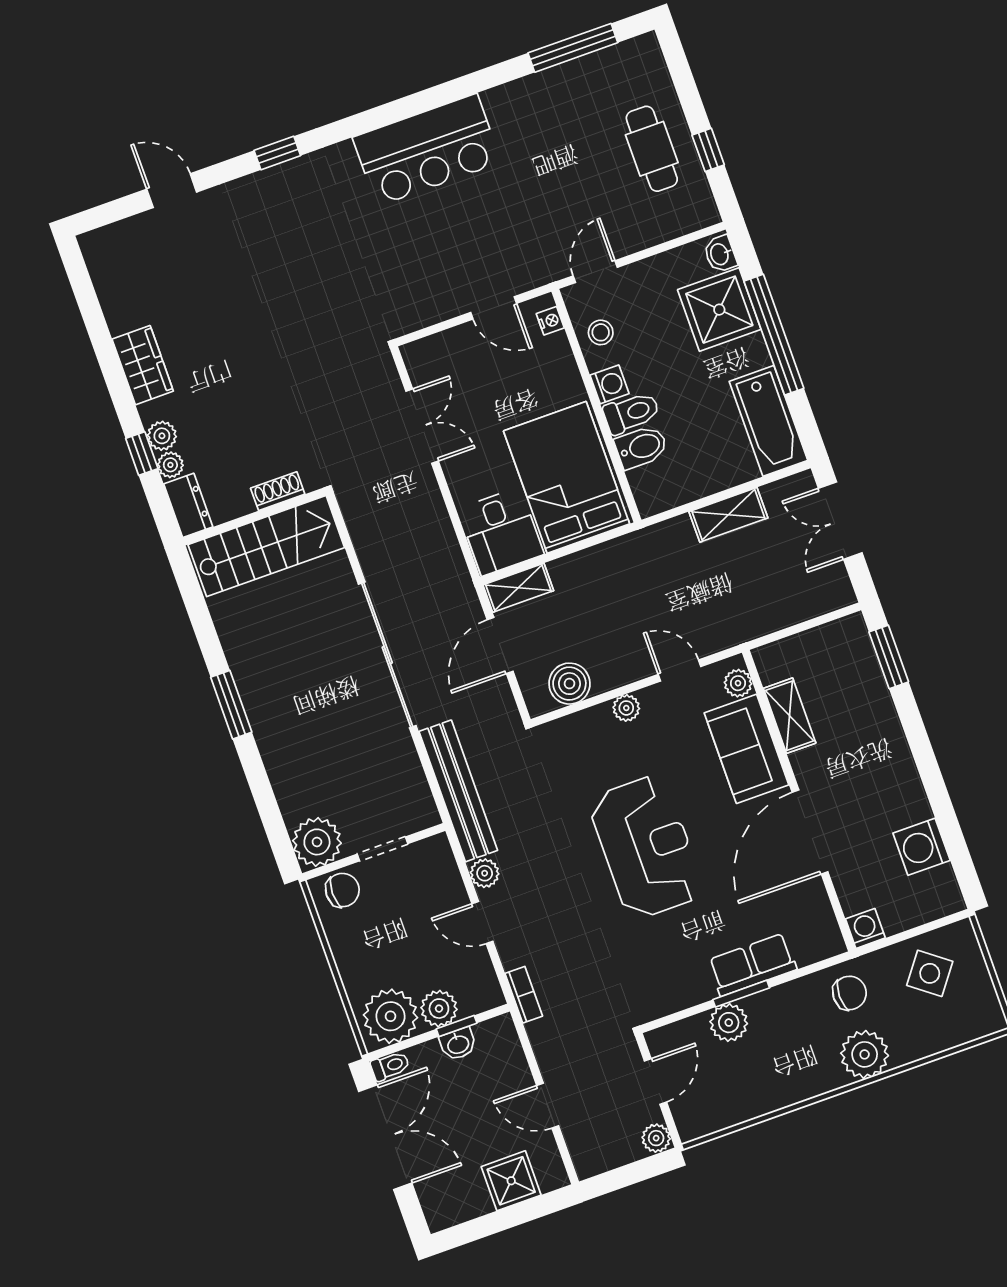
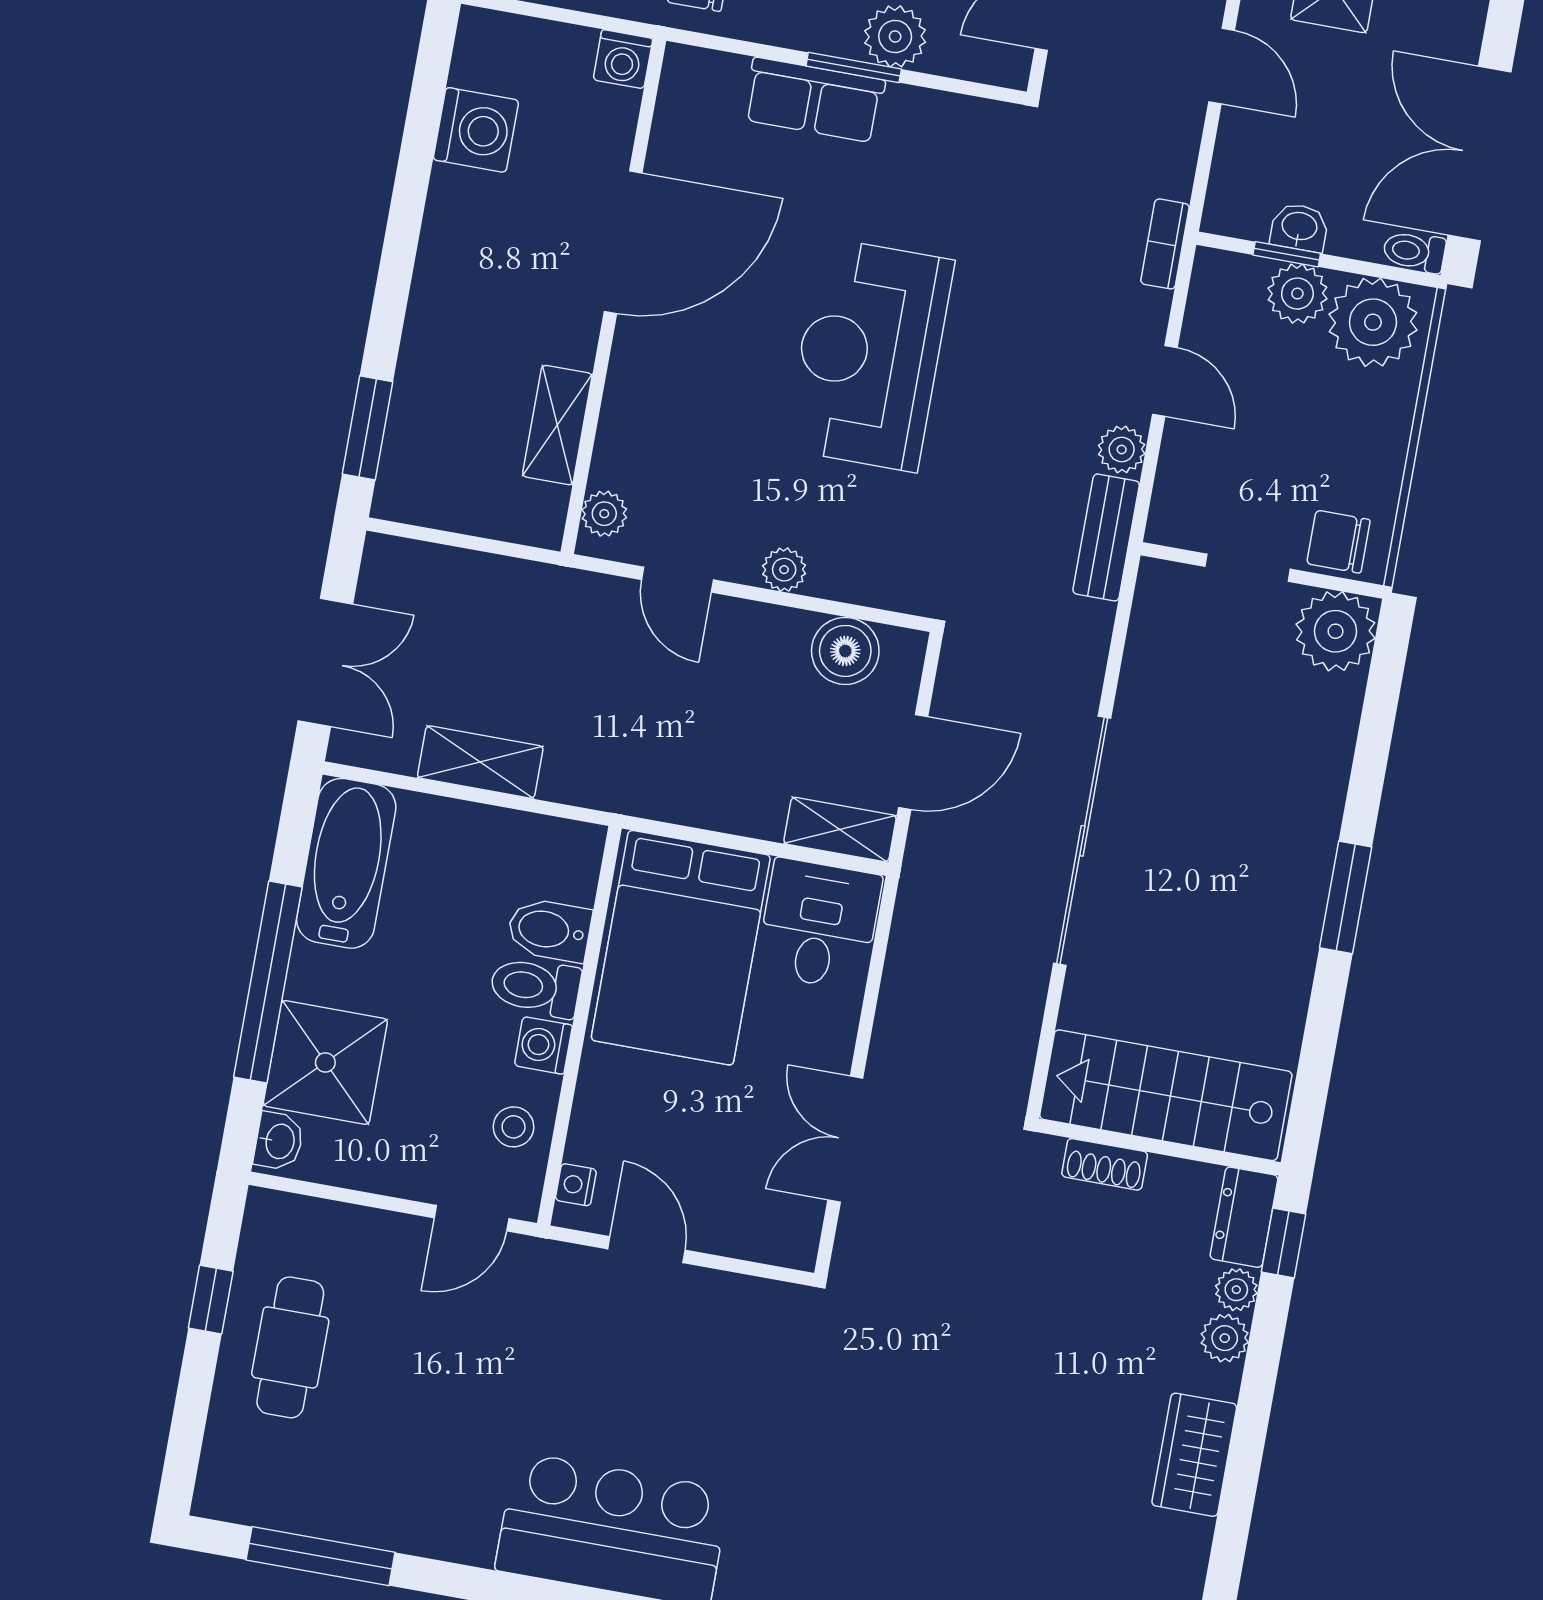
window: (142, 453) -> (1283, 1243), moved
sofa: (747, 749) -> (646, 413), removed
bench: (458, 791) -> (1106, 537), width x0.54, depth x0.82

